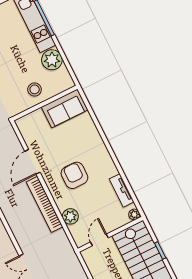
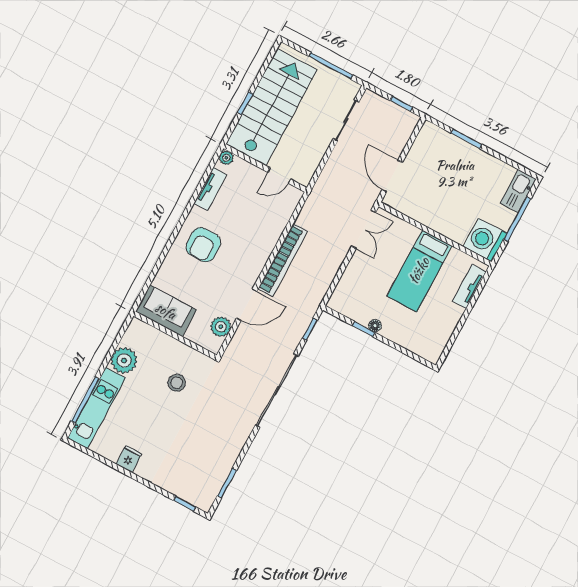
stool: (35, 89) -> (177, 383), moved
armchair: (74, 175) -> (203, 245), moved
plant: (70, 216) -> (221, 327), moved

